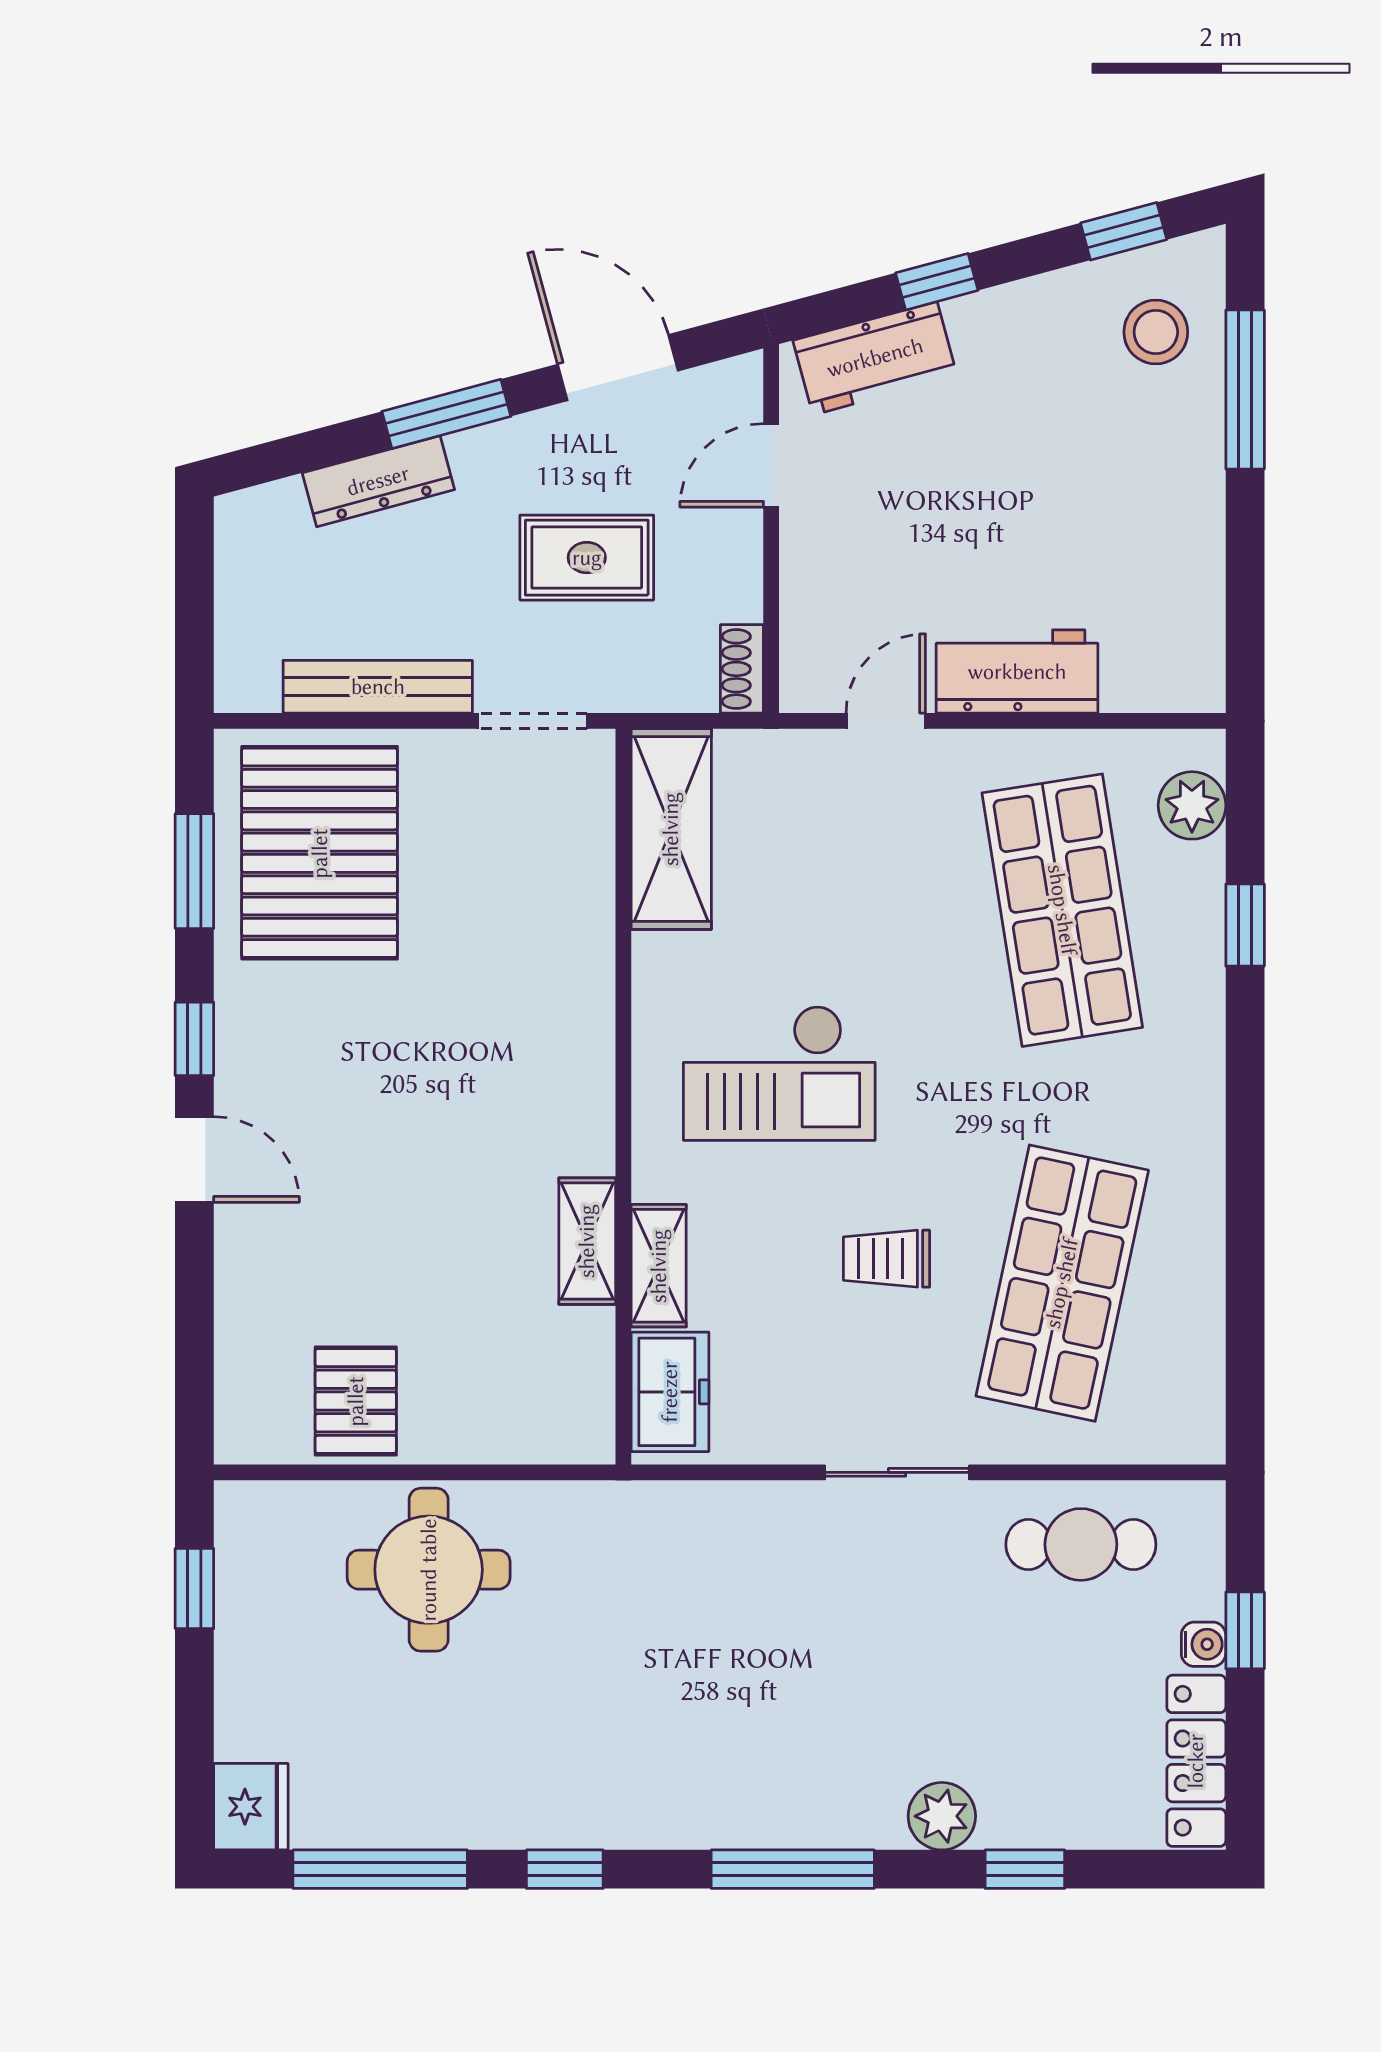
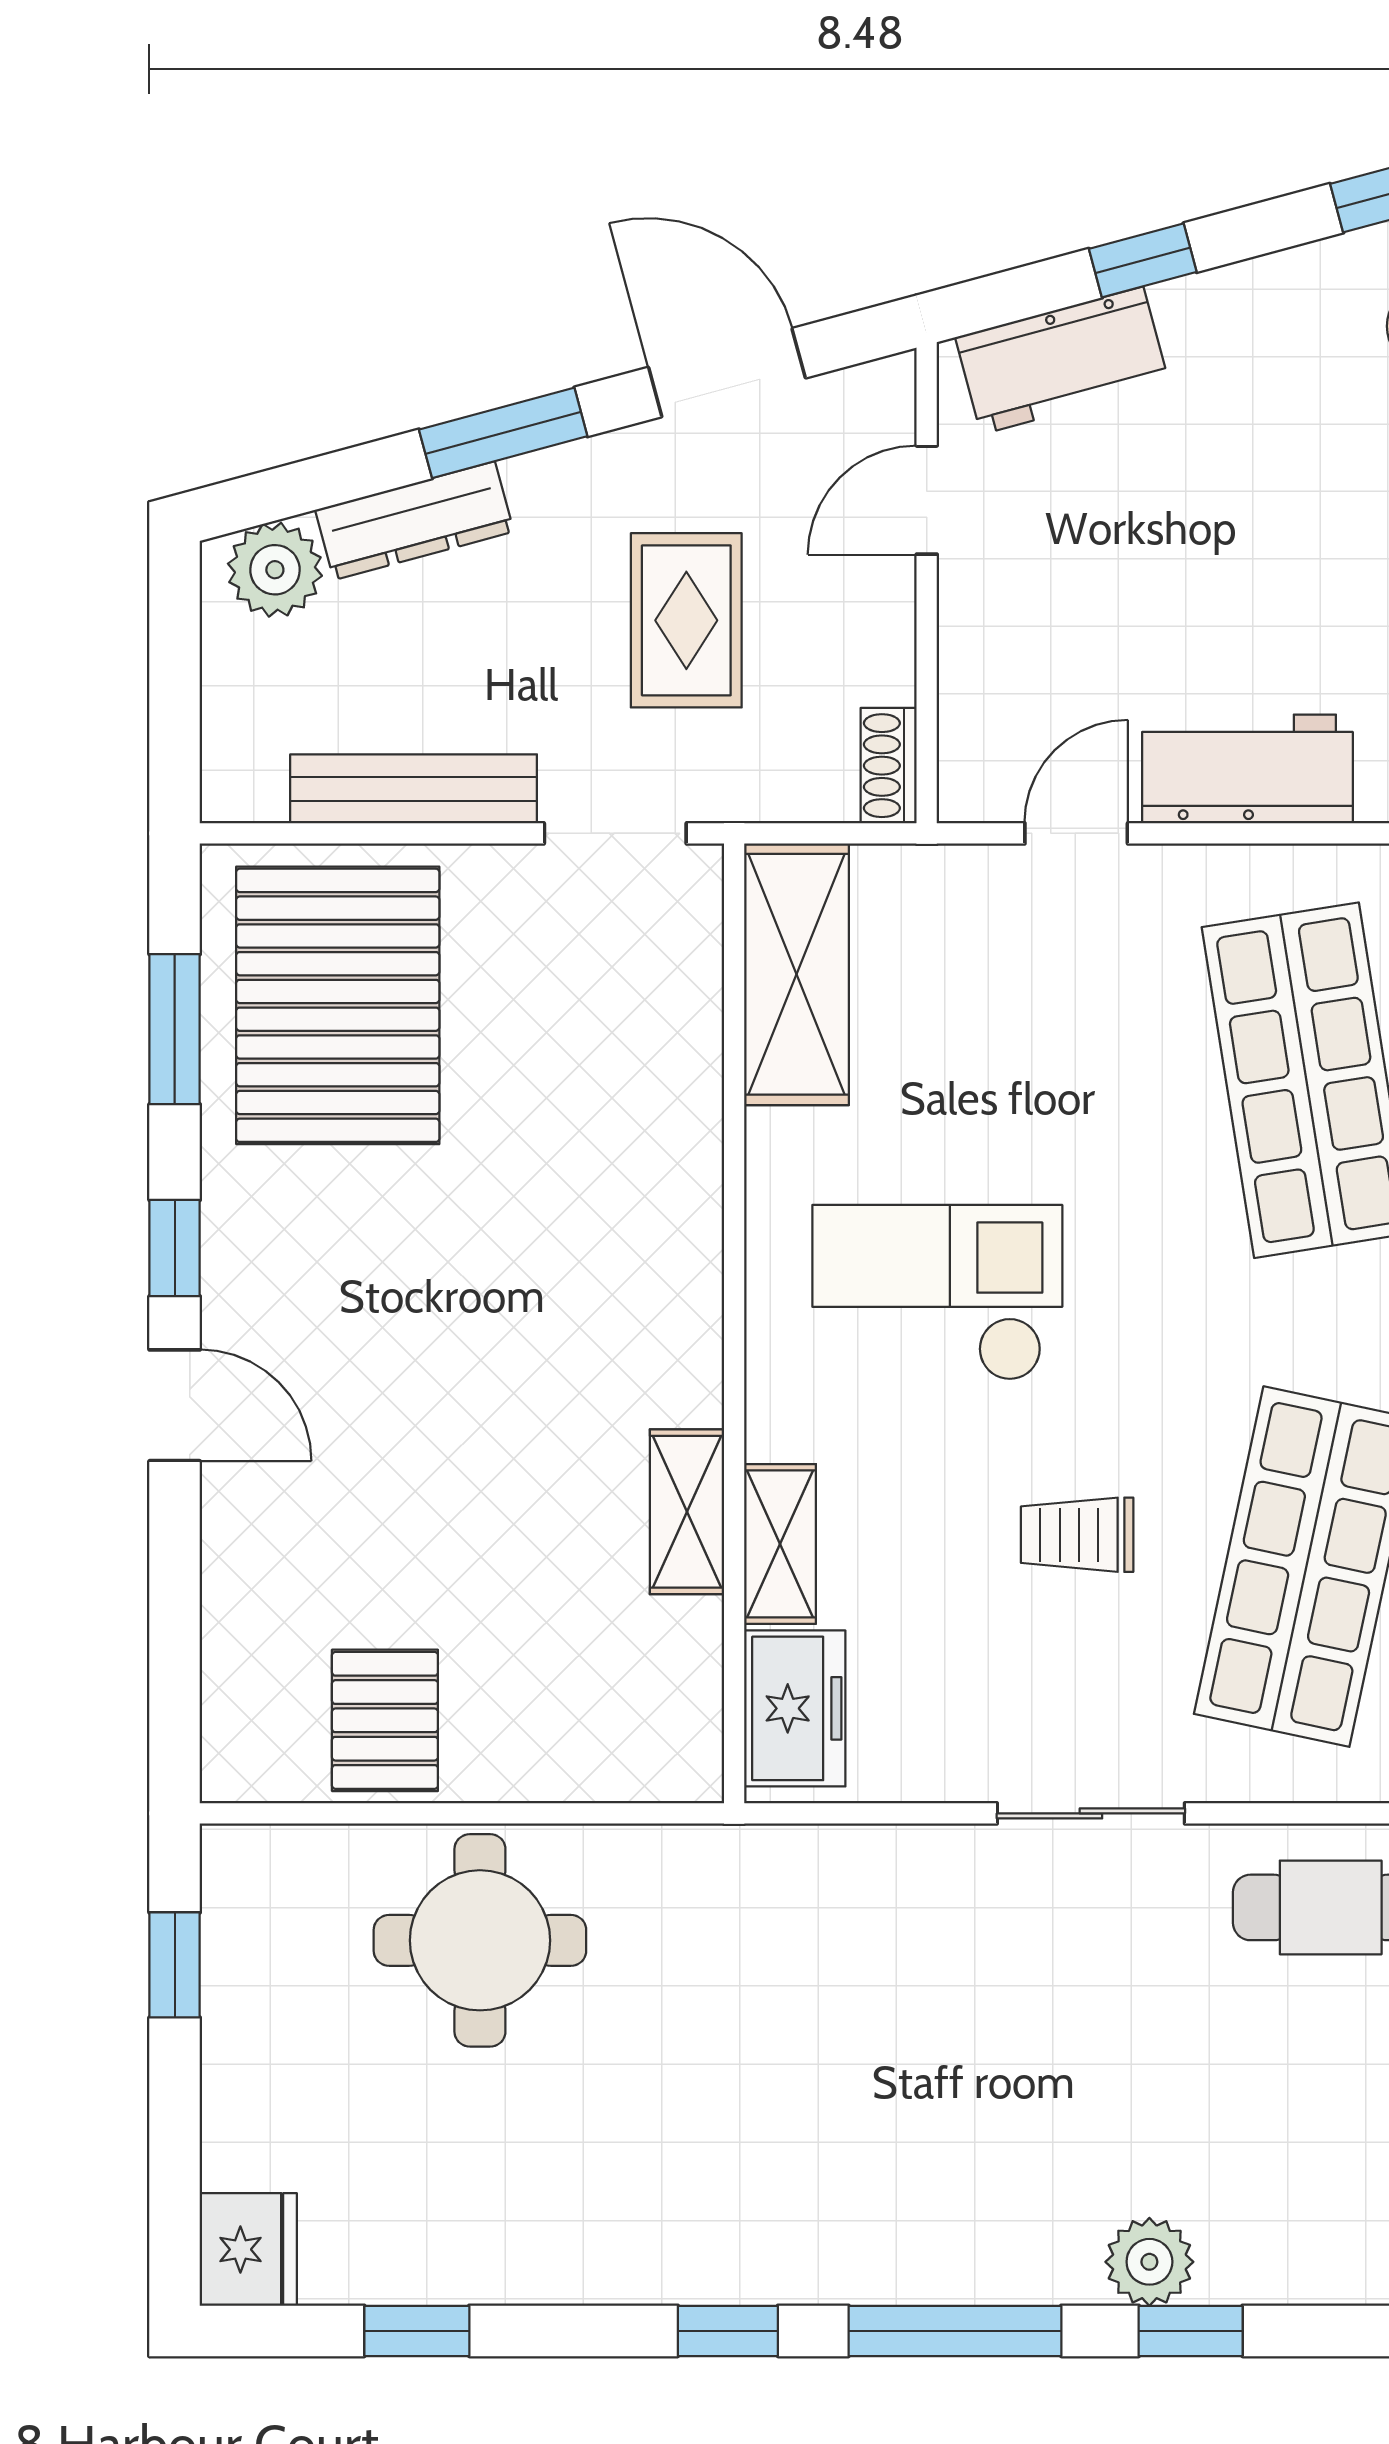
plant: (271, 519) -> (275, 570), added
rug: (587, 558) -> (686, 620), turned 90
checkout: (779, 1073) -> (937, 1293), turned 180
window: (380, 1869) -> (417, 2331), width x0.46
window: (565, 1869) -> (728, 2331), moved
window: (1025, 1869) -> (1191, 2331), moved

